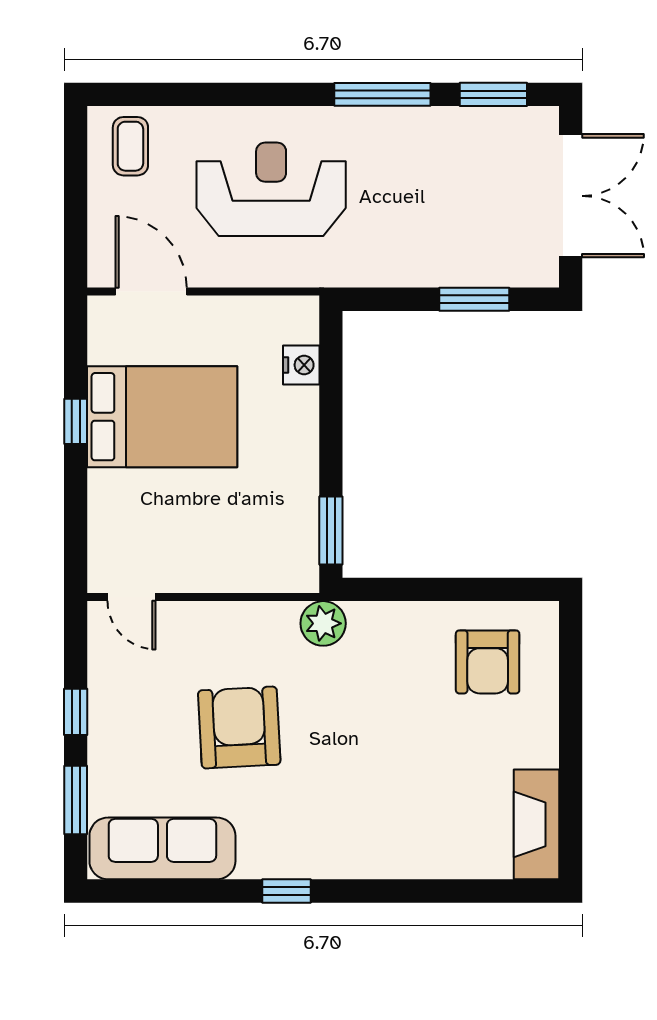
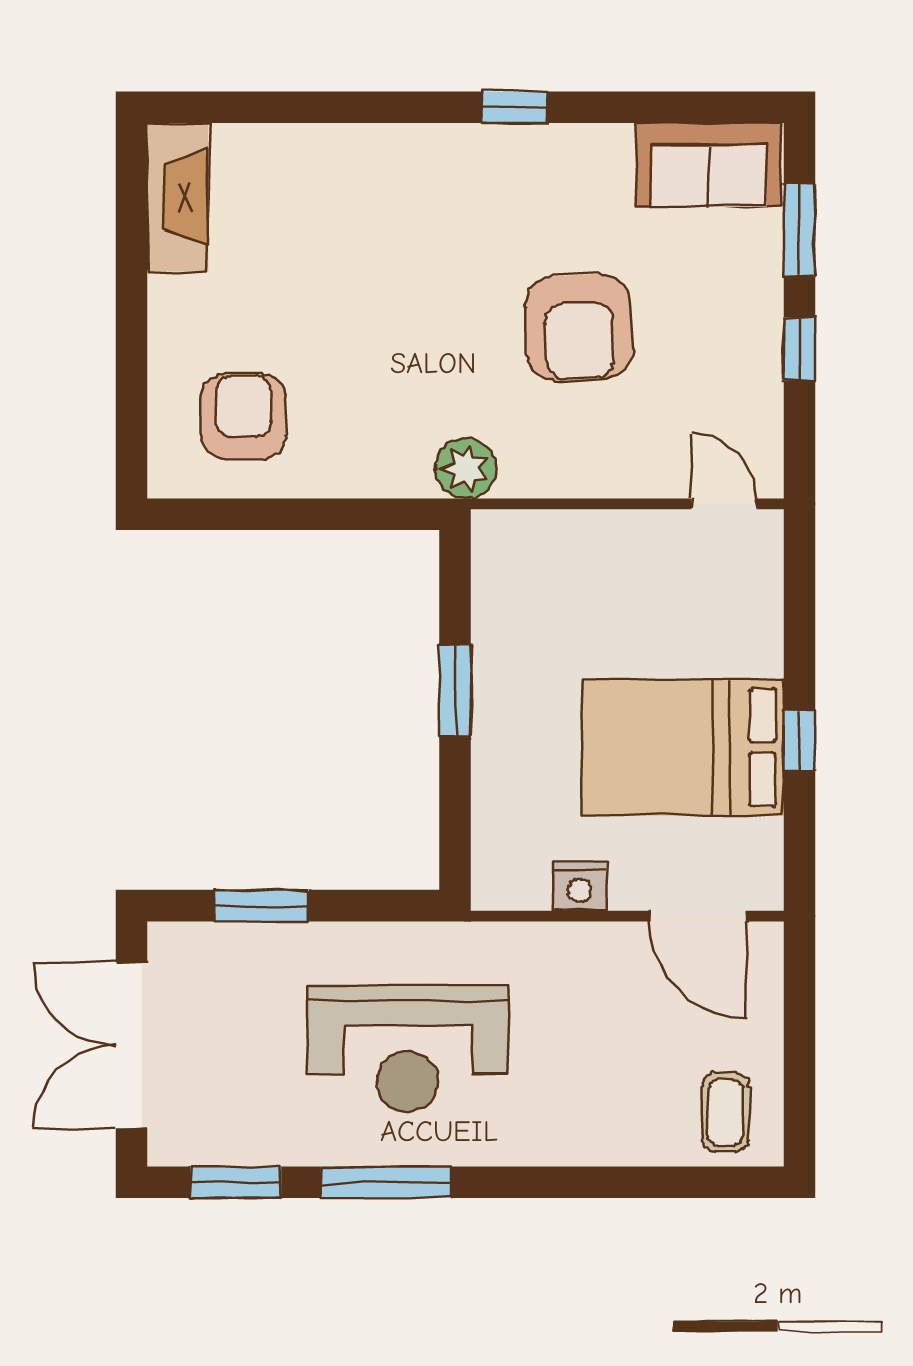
reception desk: (271, 189) -> (408, 1049), moved
nightstand: (301, 365) -> (580, 886), moved, turned -90
window: (331, 531) -> (455, 691), moved
sofa: (162, 848) -> (708, 165), width x0.73

